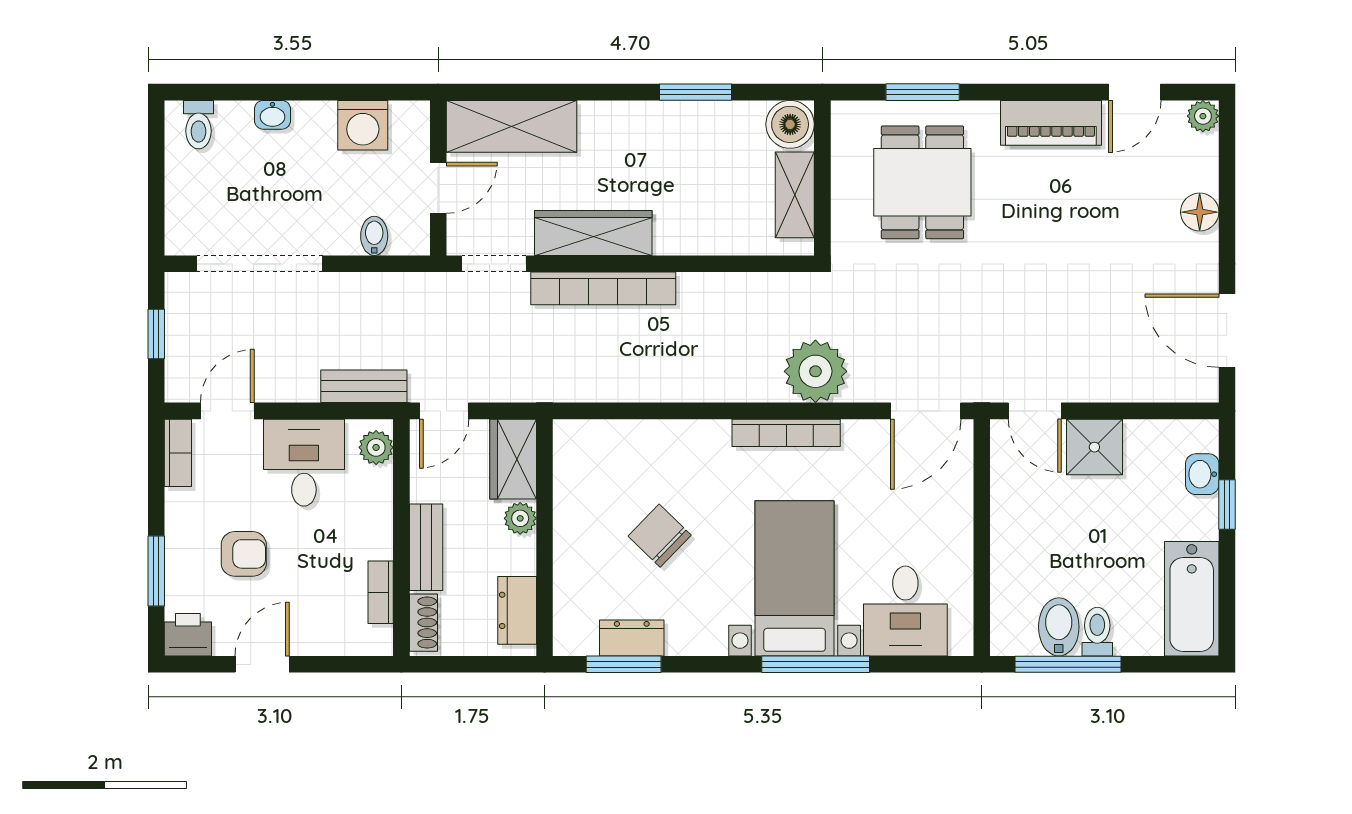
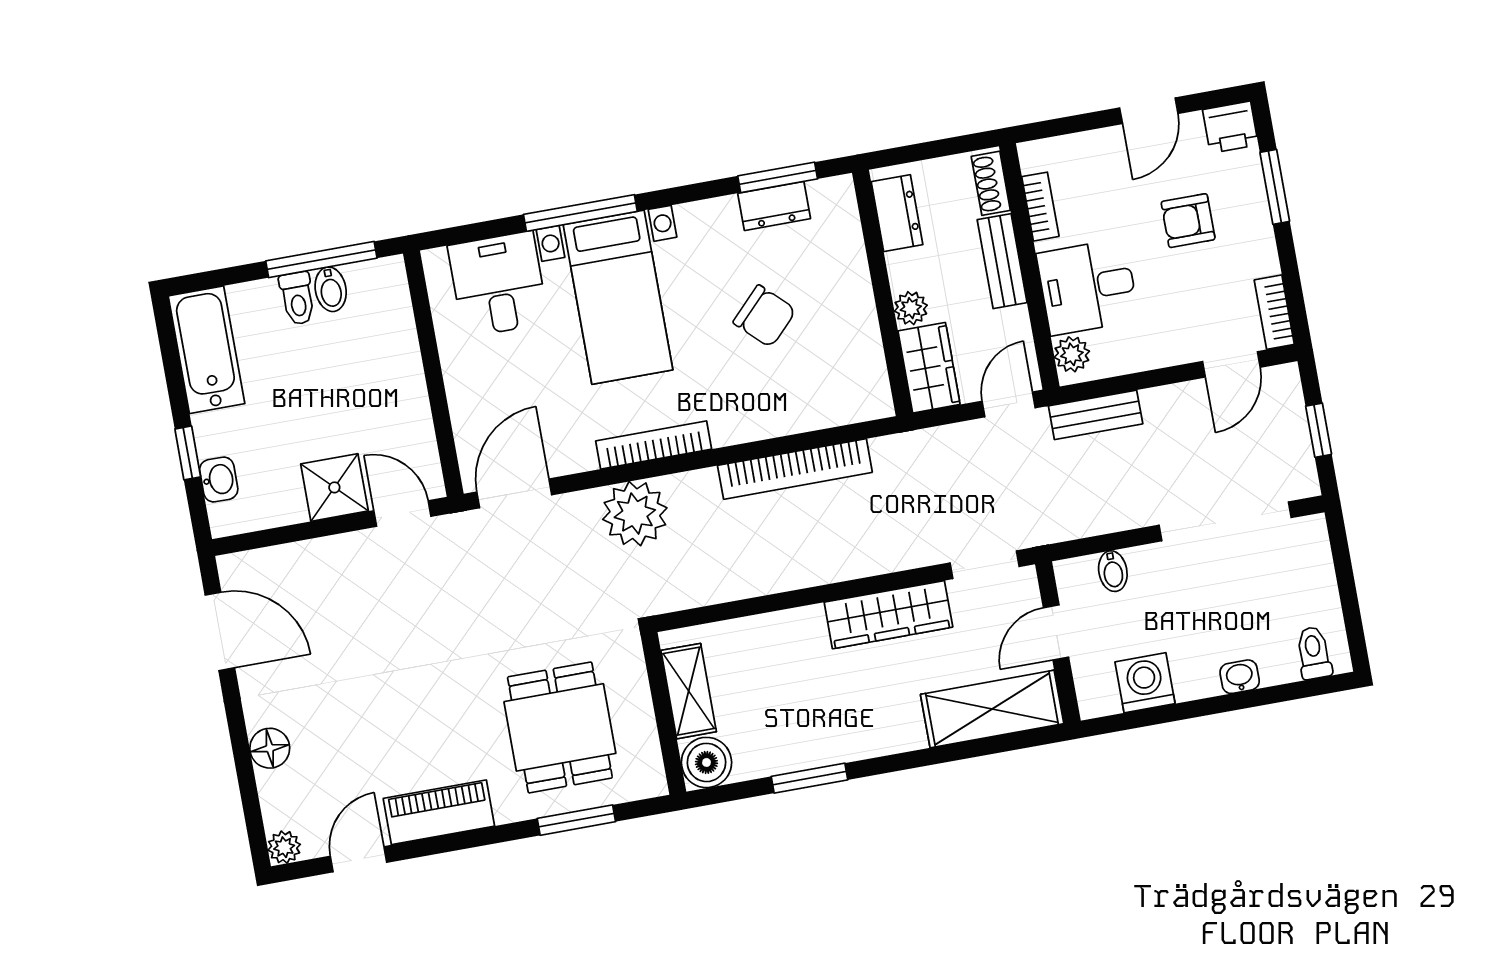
bookcase: (603, 288) -> (795, 469), moved, turned 180
desk: (304, 463) -> (1088, 287), moved, turned 90
bidet: (1059, 627) -> (331, 289), width x0.72, depth x0.74

